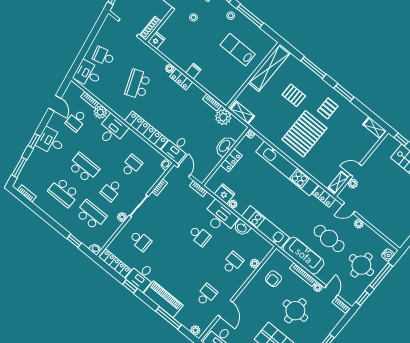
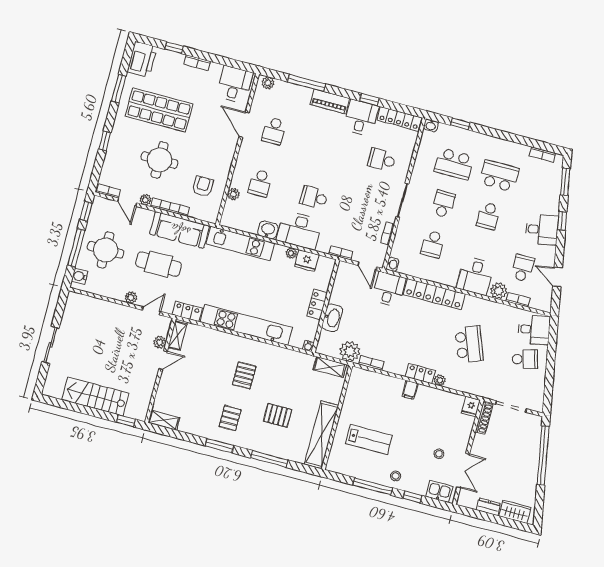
pallet: (304, 134) -> (244, 375), width x0.49, depth x0.50
school desk: (84, 168) -> (488, 216), width x0.54
plant: (122, 217) -> (416, 178), removed
piano: (163, 299) -> (330, 101), width x0.73, depth x0.75

